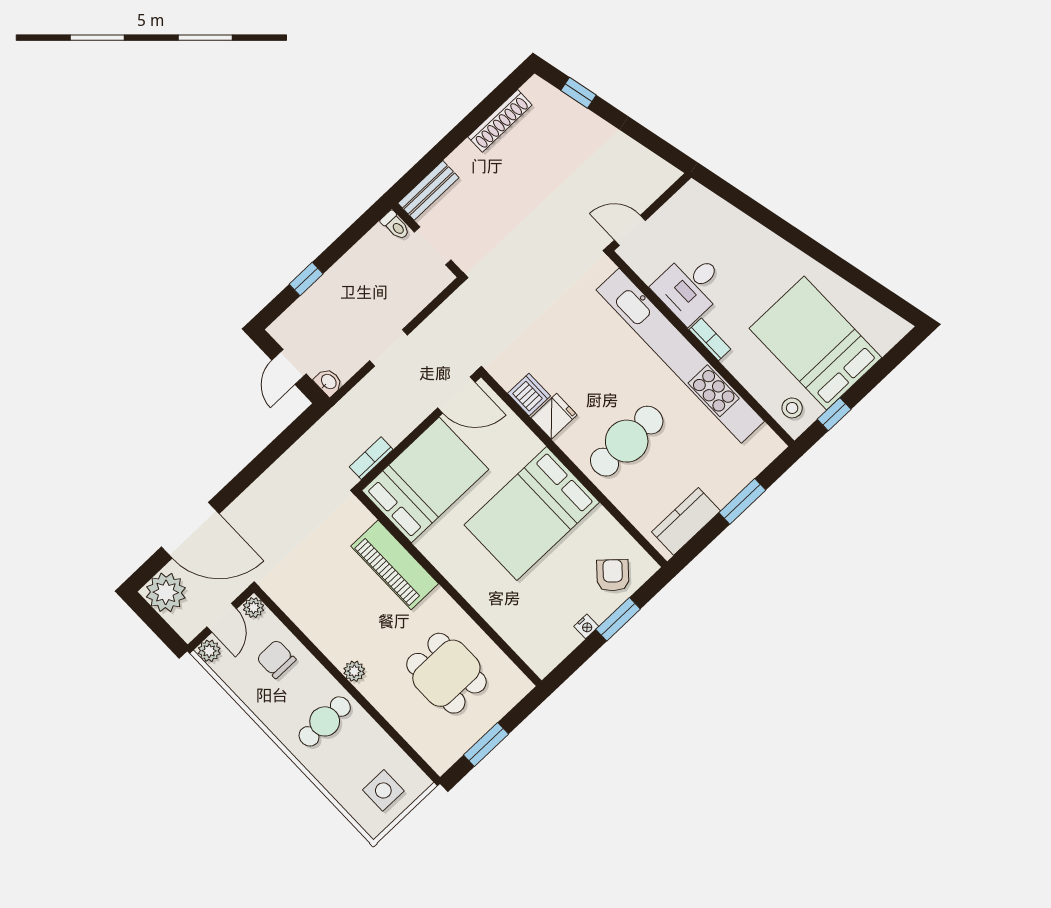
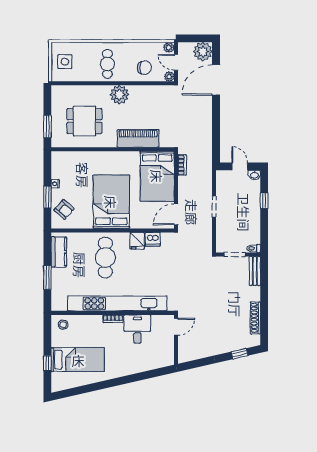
bed: (815, 343) -> (78, 360), width x0.67
washbasin: (328, 382) -> (254, 175), moved
window: (834, 414) -> (47, 363), moved
plant: (354, 671) -> (119, 95), width x1.88, depth x1.88
window: (486, 745) -> (47, 126), moved

